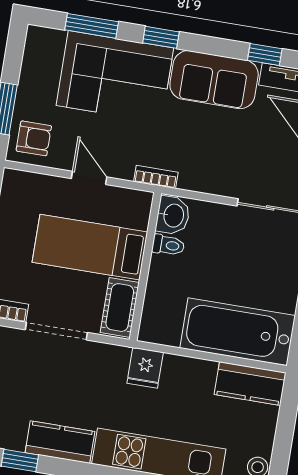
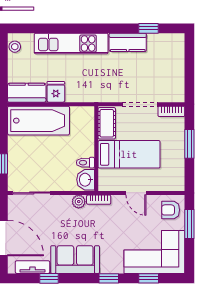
window: (92, 26) -> (149, 278), width x0.67
corner sofa: (115, 77) -> (154, 252), moved
plant: (191, 179) -> (79, 202), added
fridge: (145, 368) -> (56, 92), moved

